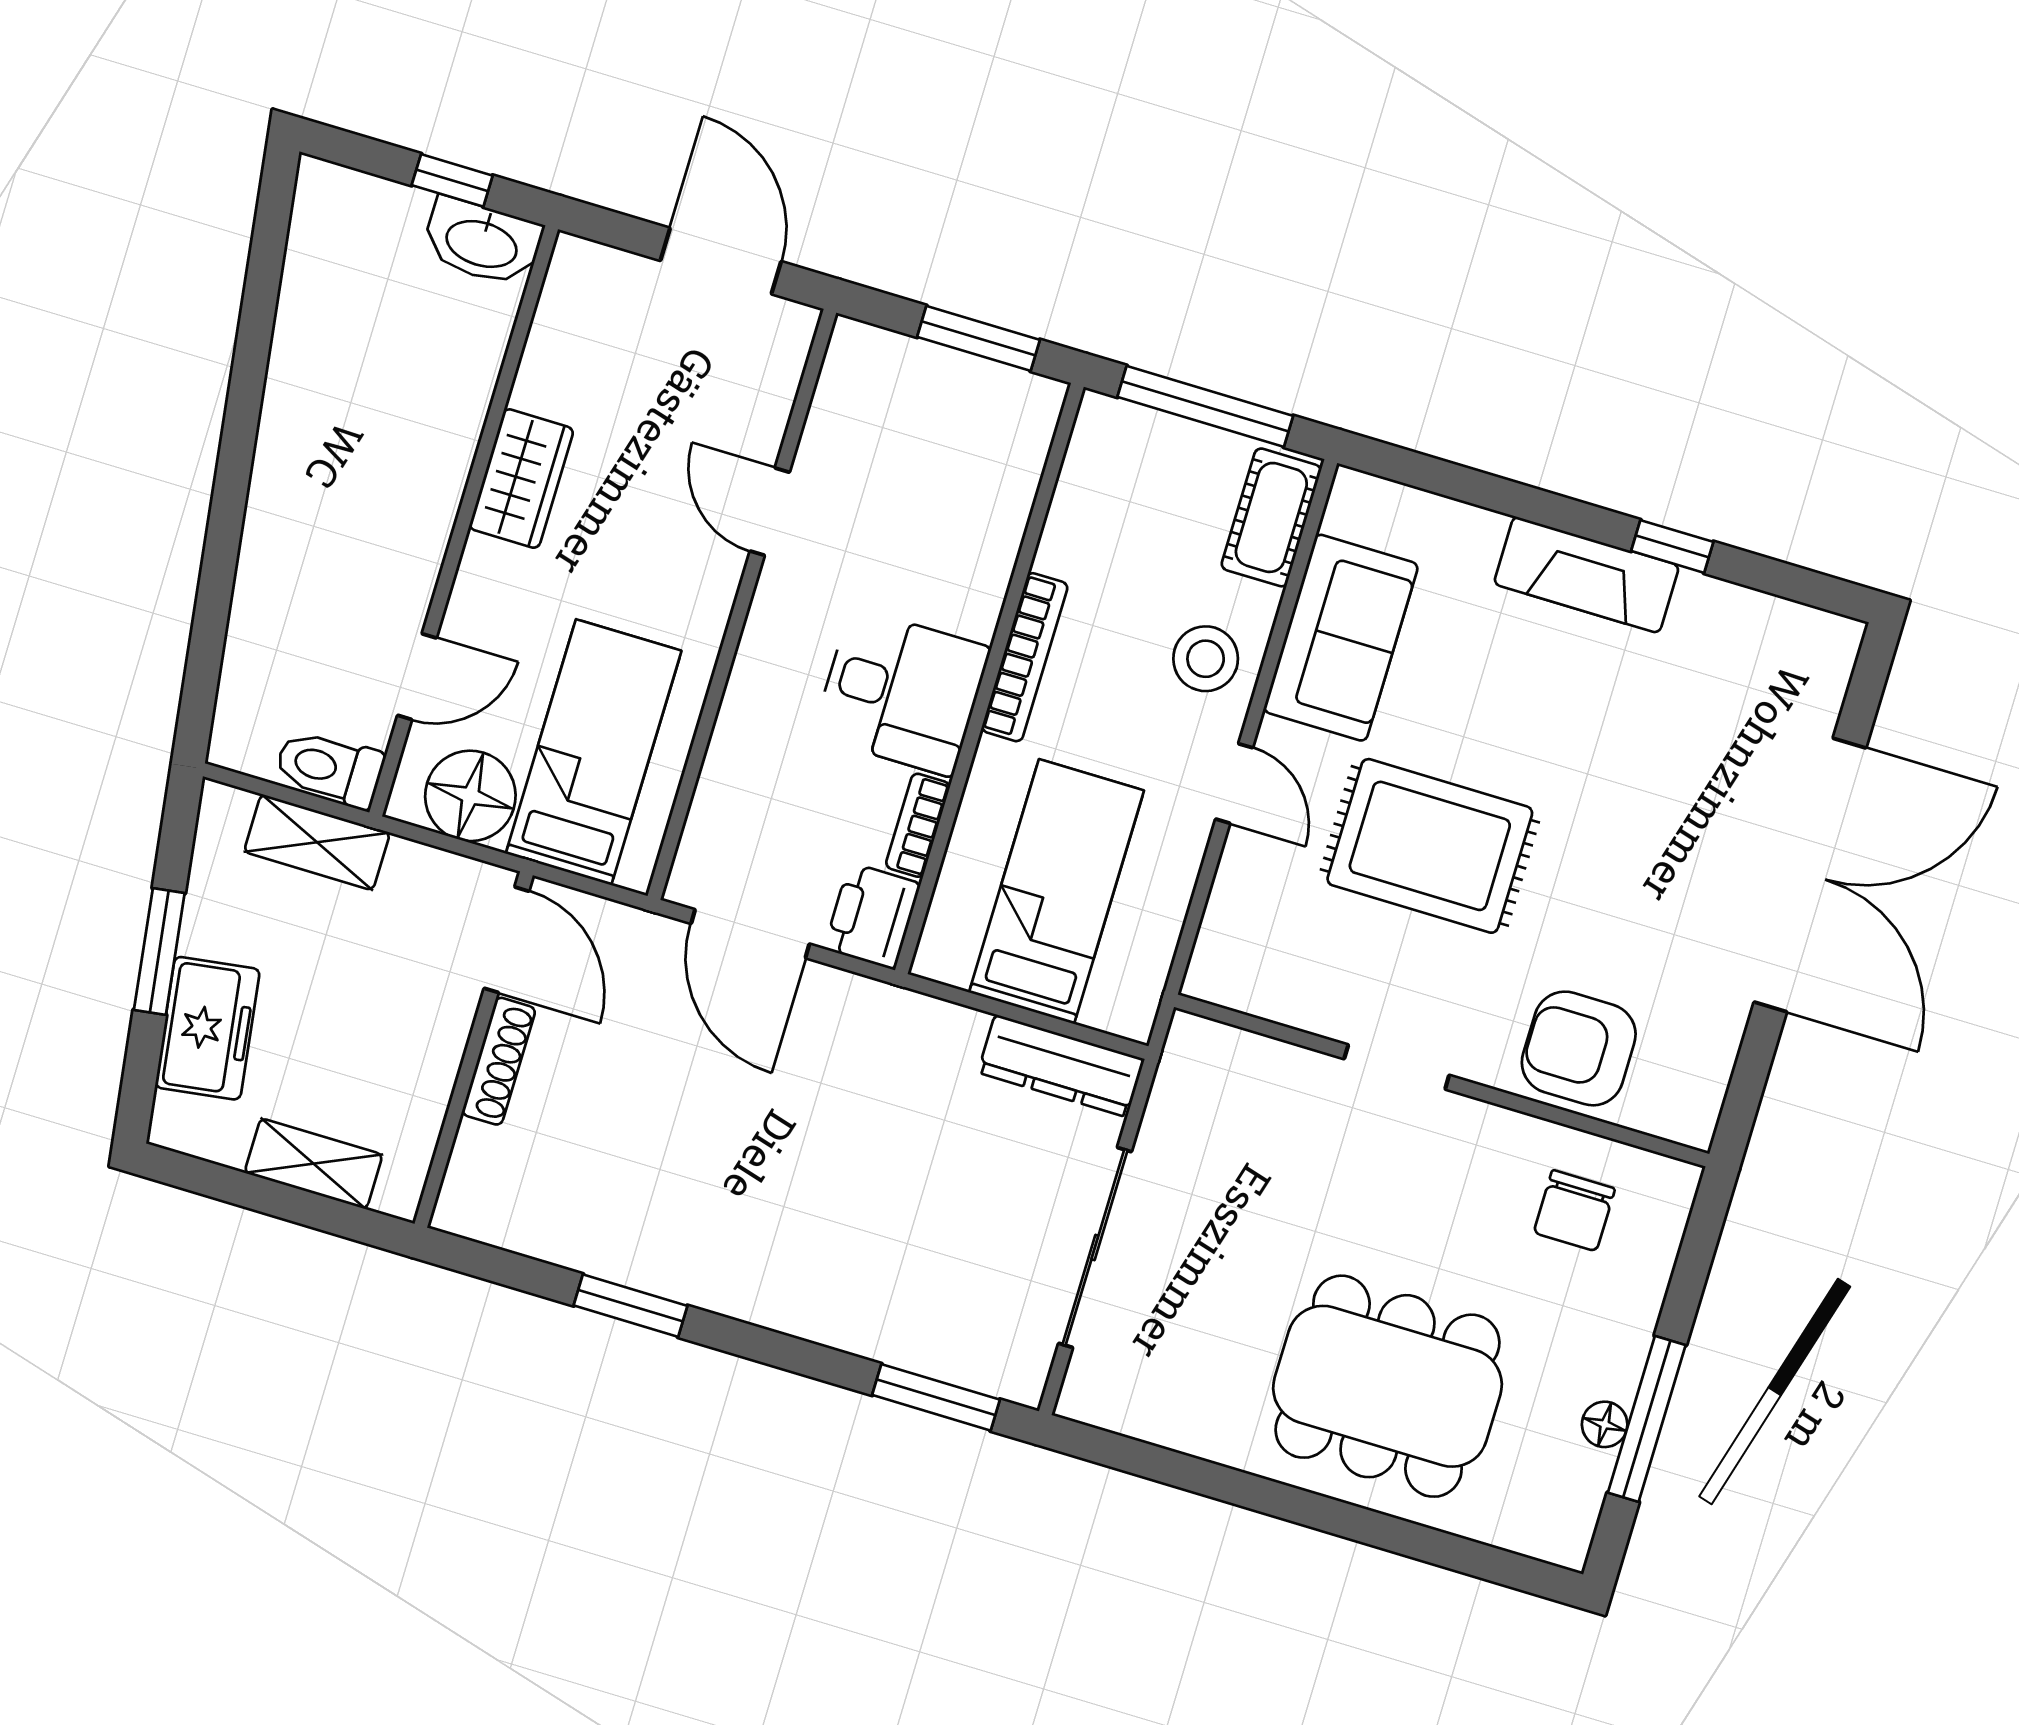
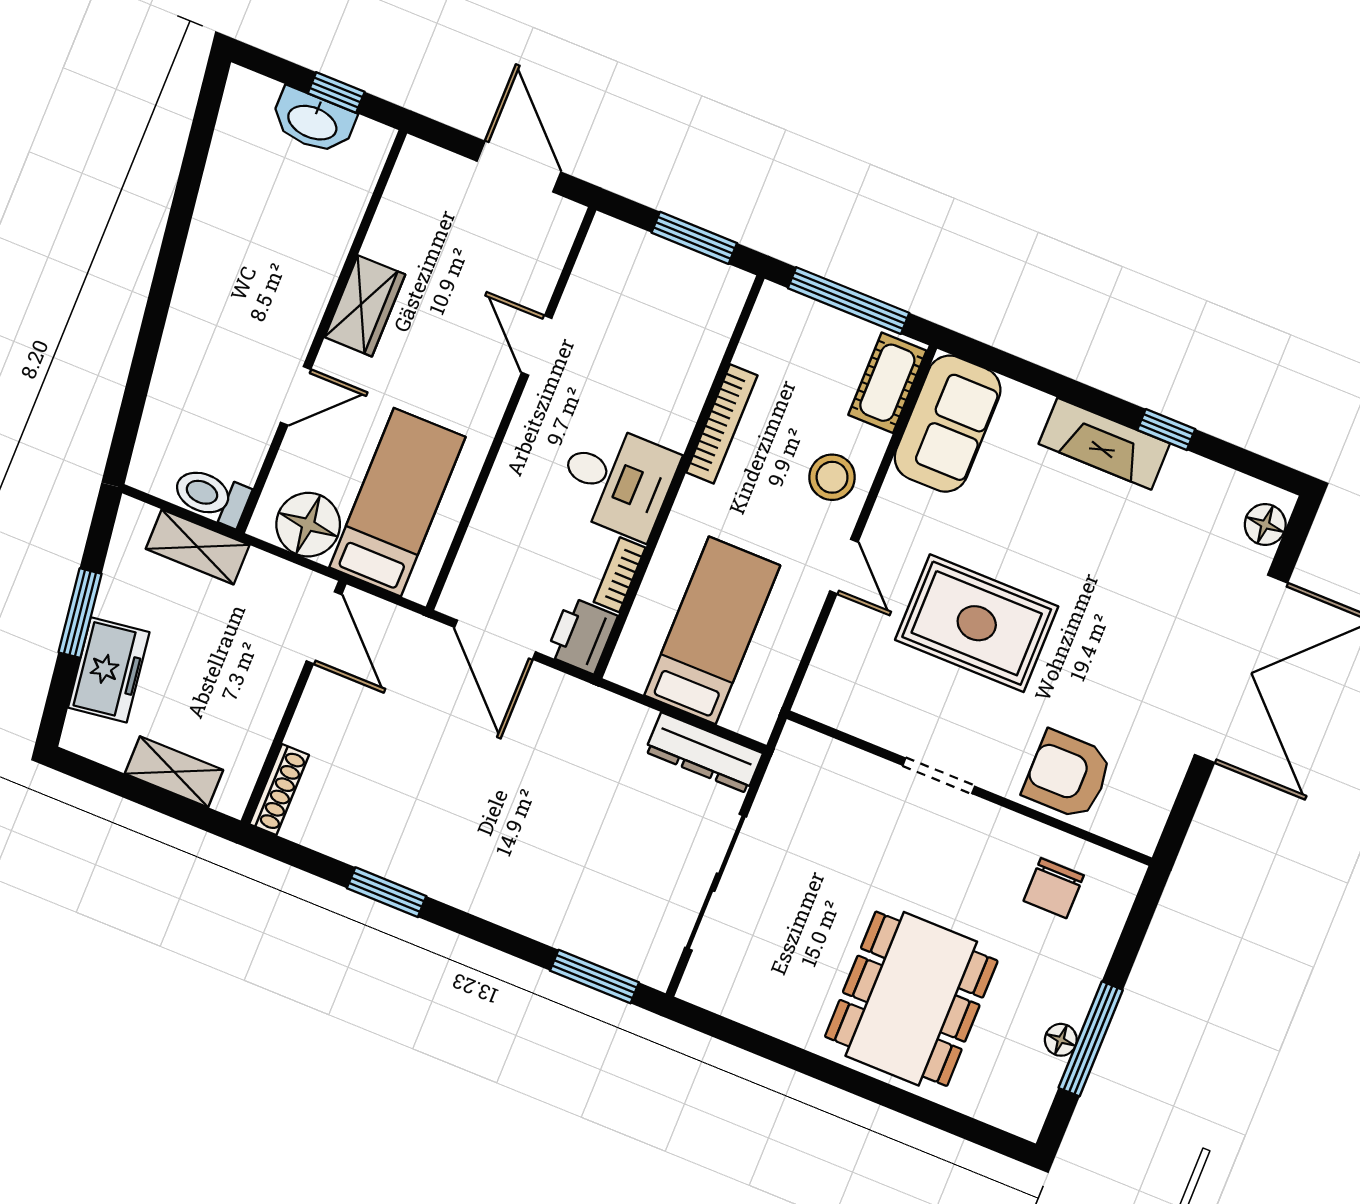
washbasin: (482, 242) -> (313, 121), moved
sofa: (1341, 638) -> (948, 424), moved
bookcase: (1025, 657) -> (722, 424), moved
floor lamp: (1825, 668) -> (1265, 525), added
door: (417, 677) -> (296, 396), moved
shoe rack: (499, 1061) -> (279, 790), moved
dining table: (1387, 1386) -> (911, 999), turned 90

